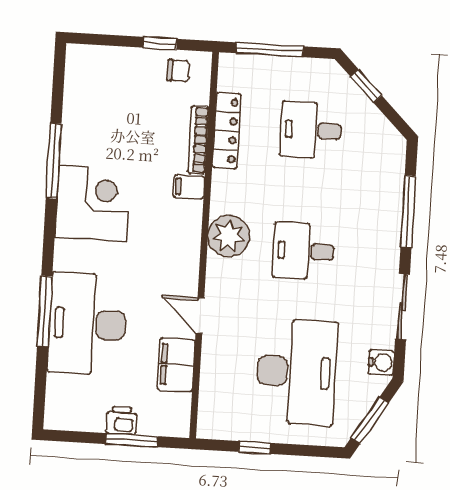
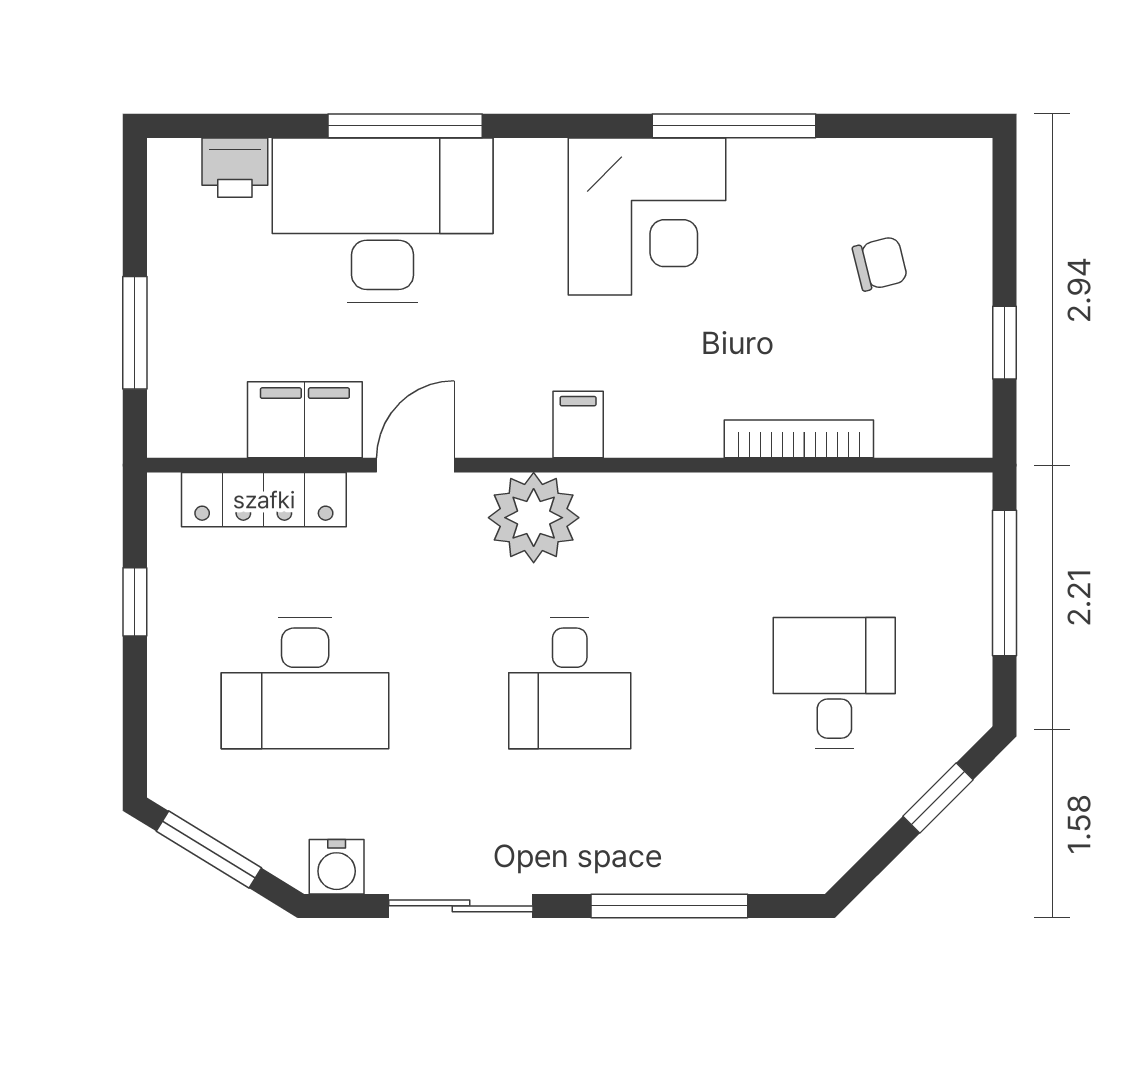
chair: (178, 71) -> (880, 264), moved, turned -104
locker: (227, 131) -> (264, 500), moved
filing cabinet: (189, 187) -> (578, 425), moved
plant: (229, 236) -> (534, 518), moved
desk: (304, 251) -> (570, 683), turned 180
desk: (296, 372) -> (305, 683), width x0.73, depth x0.77
printer: (121, 420) -> (235, 168), moved, turned 90

